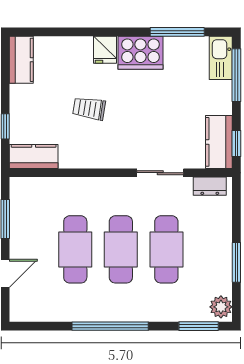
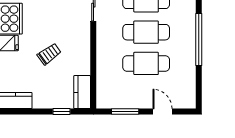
trolley: (89, 108) -> (49, 54), turned -135

